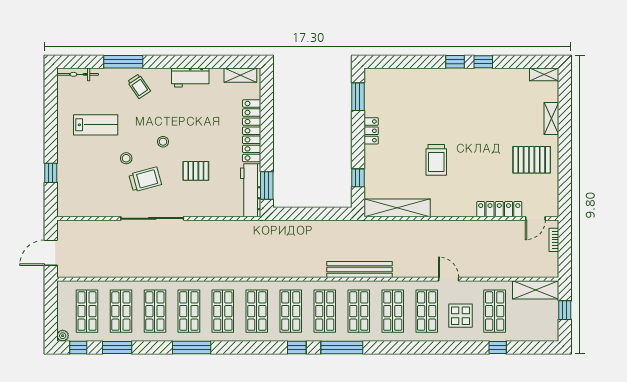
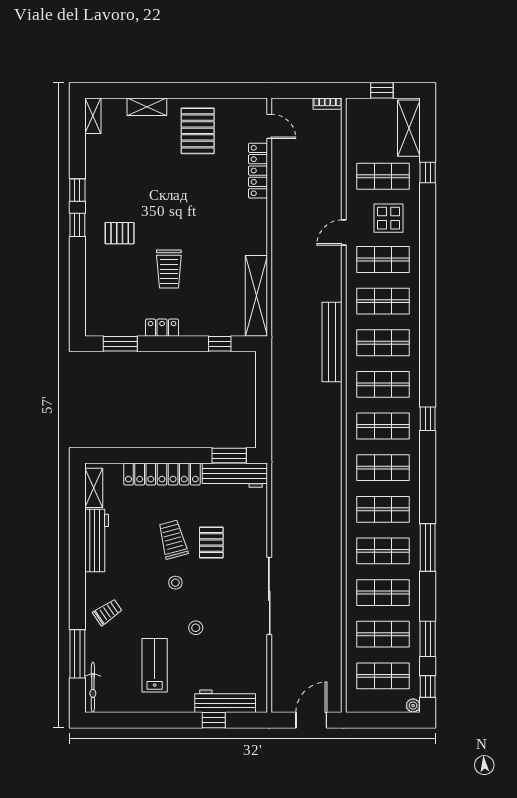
window: (123, 62) -> (77, 654), moved
workbench: (190, 77) -> (97, 541), width x1.38
pallet: (448, 96) -> (120, 233), added
trolley: (436, 160) -> (169, 269), moved, turned 90
trolley: (145, 179) -> (173, 539), moved
workbench: (66, 182) -> (225, 701), added
bookcase: (554, 240) -> (327, 104), moved
door: (51, 253) -> (311, 720), swing flipped
shelving: (536, 290) -> (409, 128), moved
window: (342, 348) -> (428, 363), removed

